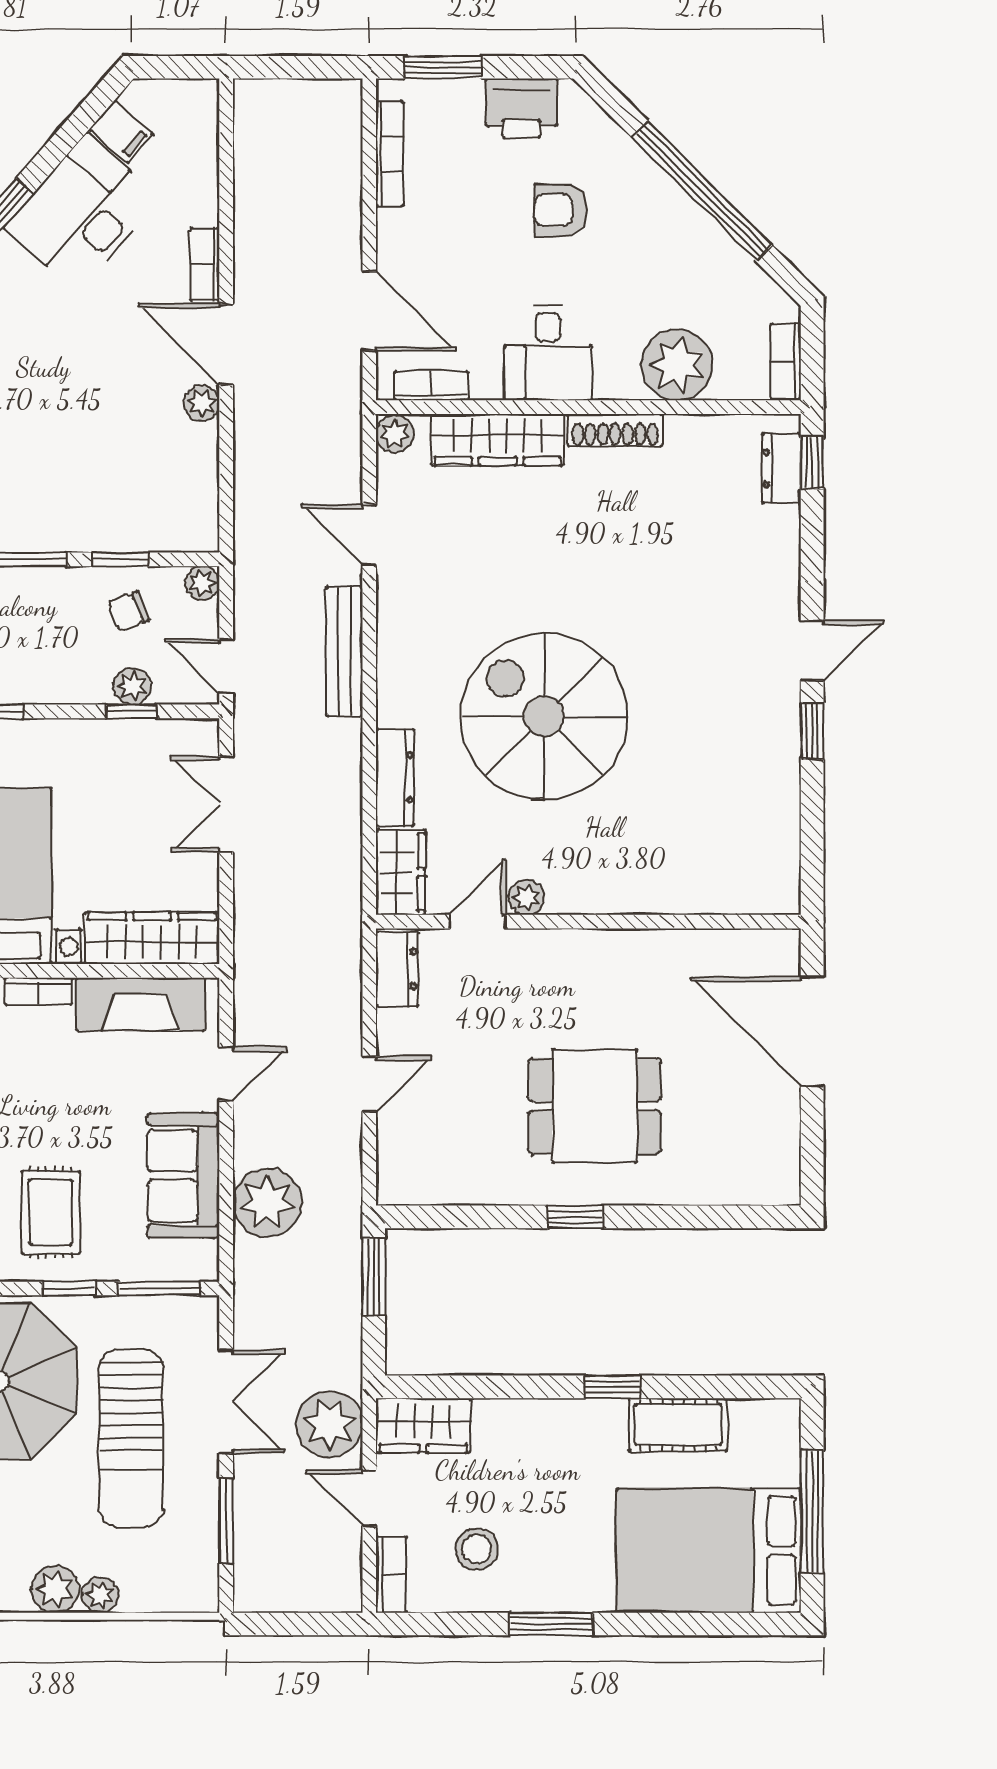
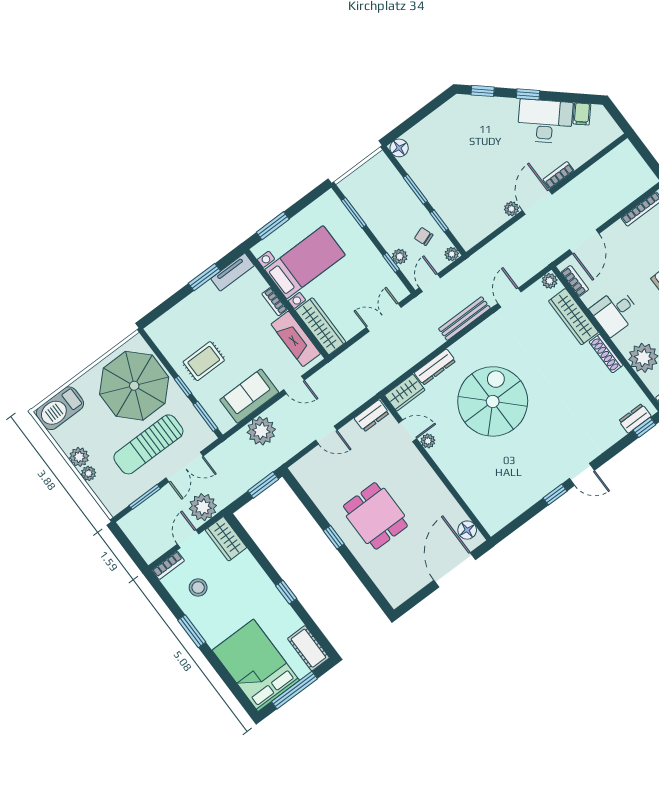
floor lamp: (754, 951) -> (467, 530), added
cot: (678, 1425) -> (308, 648), moved

